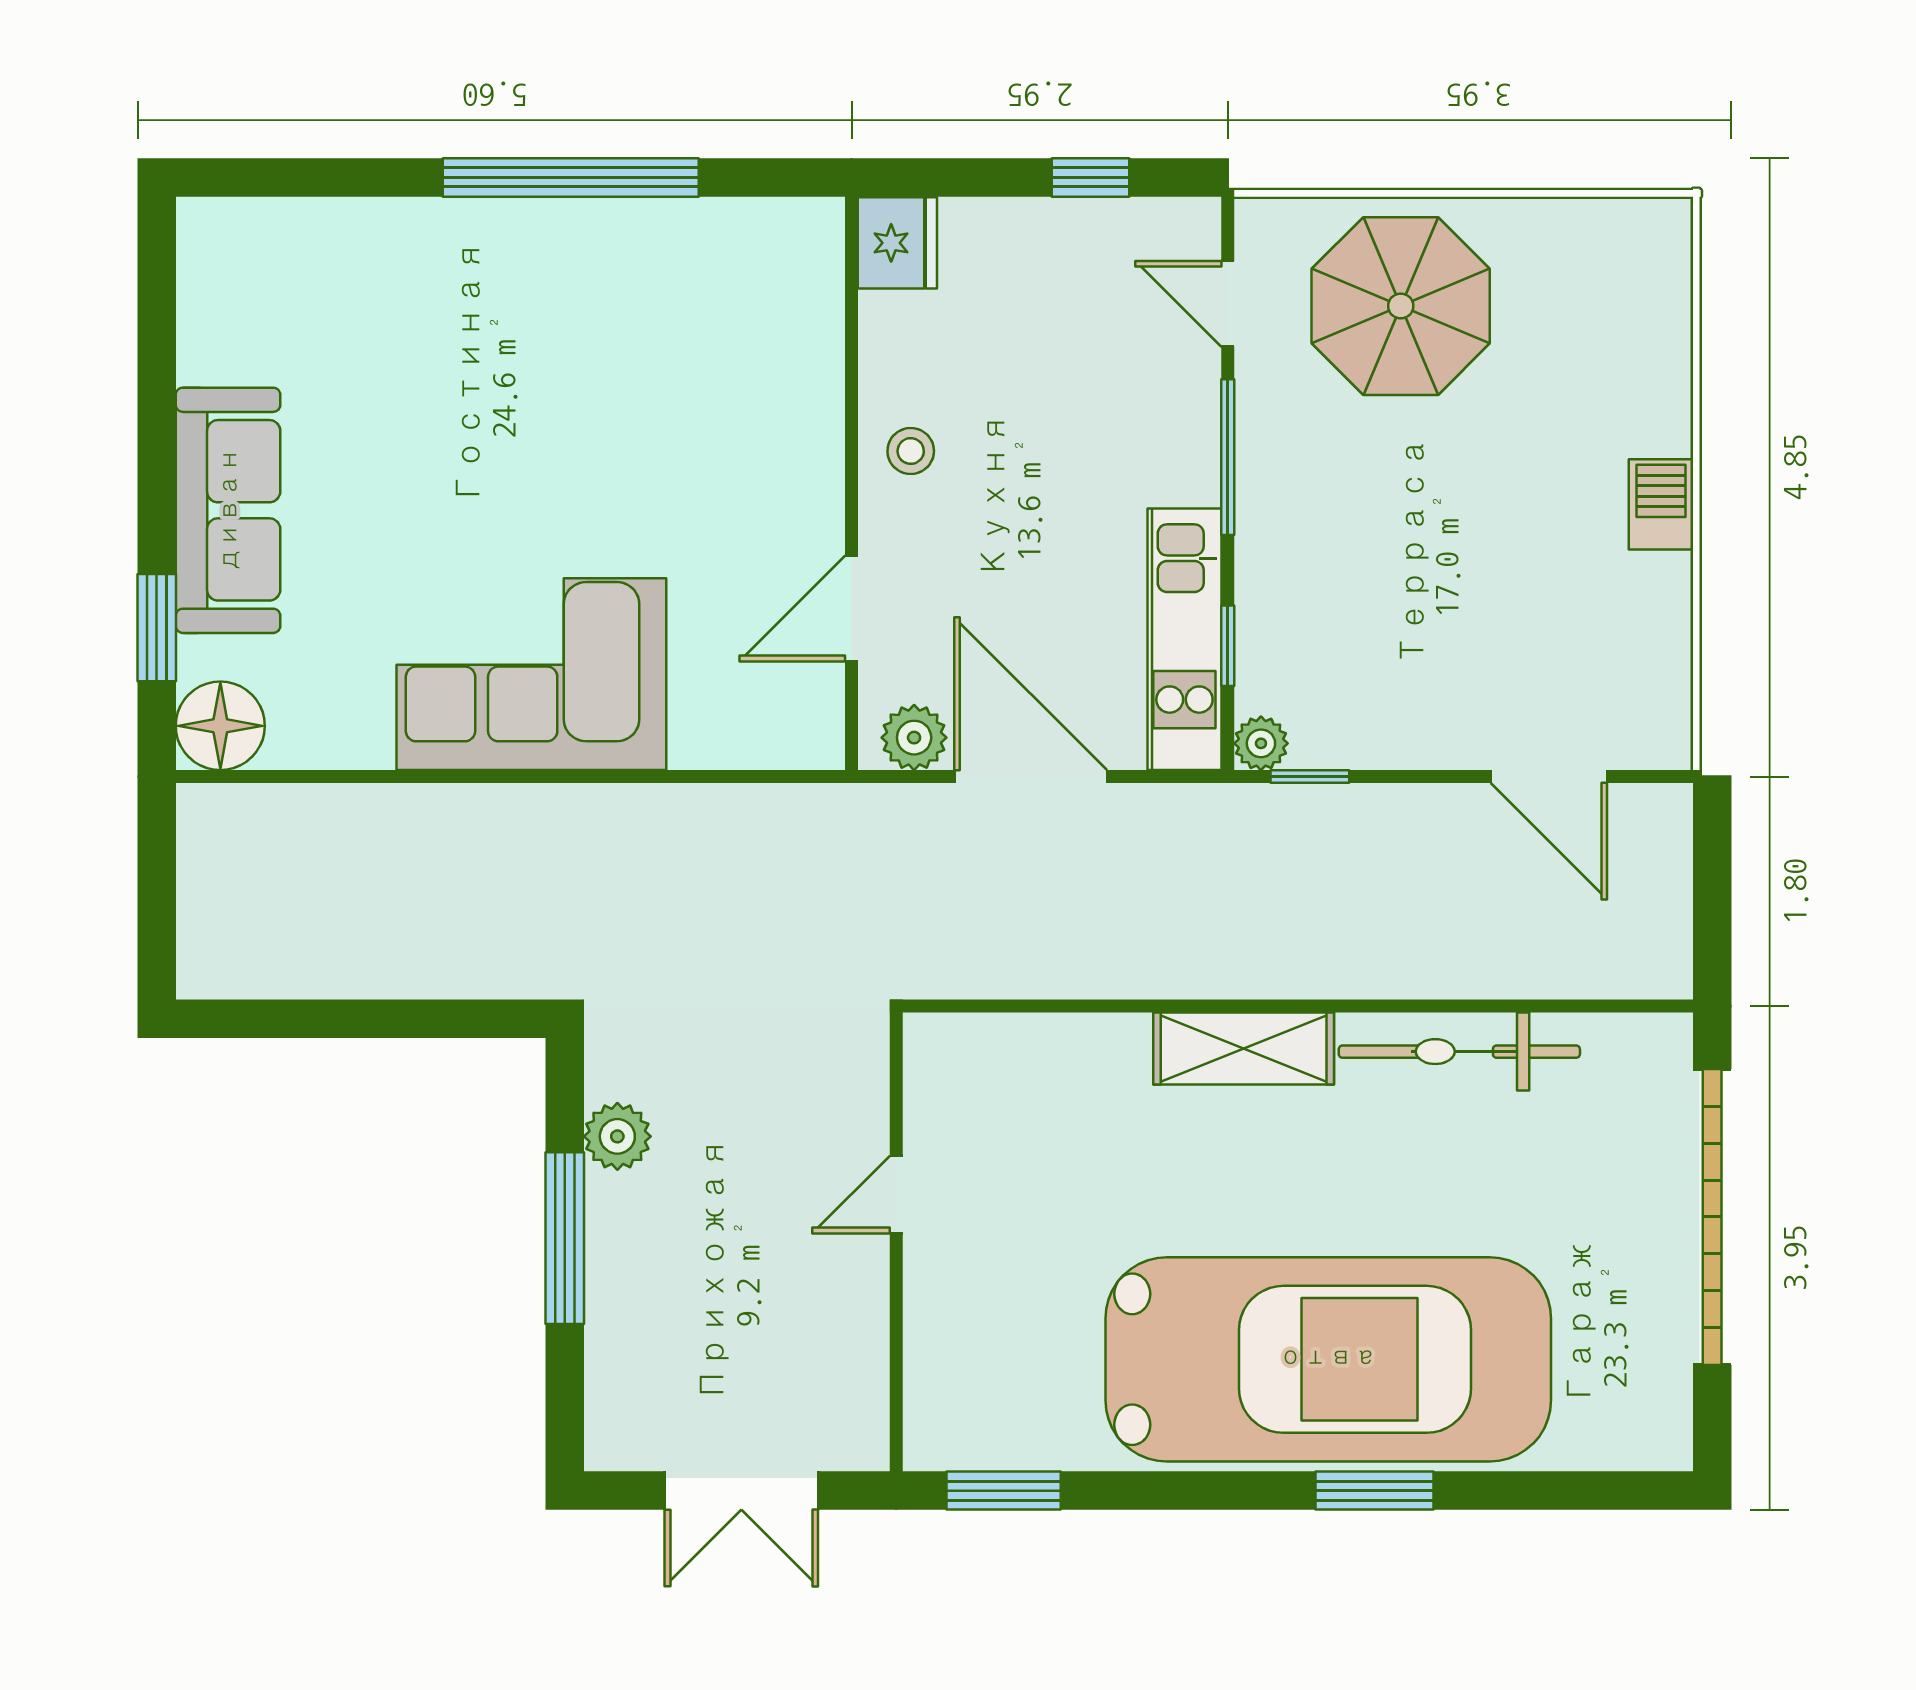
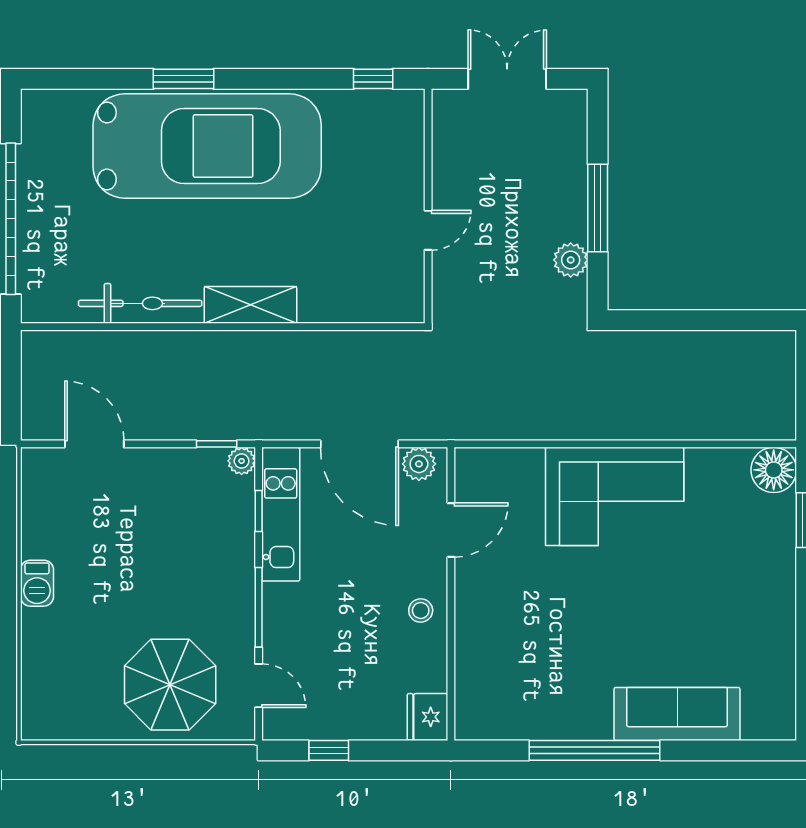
sofa: (228, 510) -> (677, 714), moved, turned 90
car: (1328, 1359) -> (207, 146), turned 180
window: (1004, 1491) -> (373, 79), width x0.67

